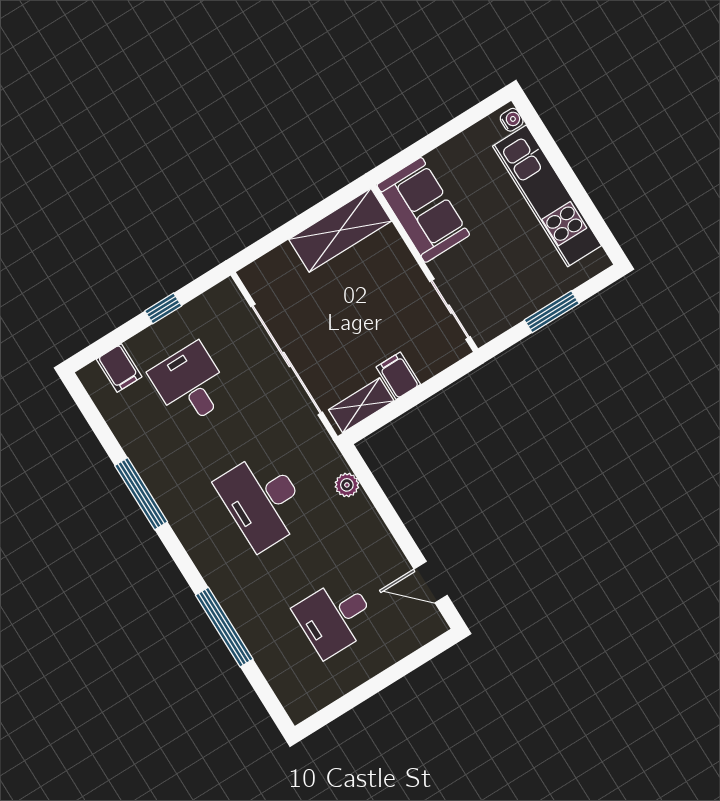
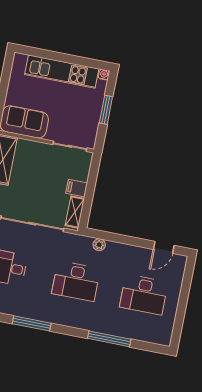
water cooler: (512, 120) -> (104, 75), moved
desk: (335, 617) -> (144, 295), width x1.37

